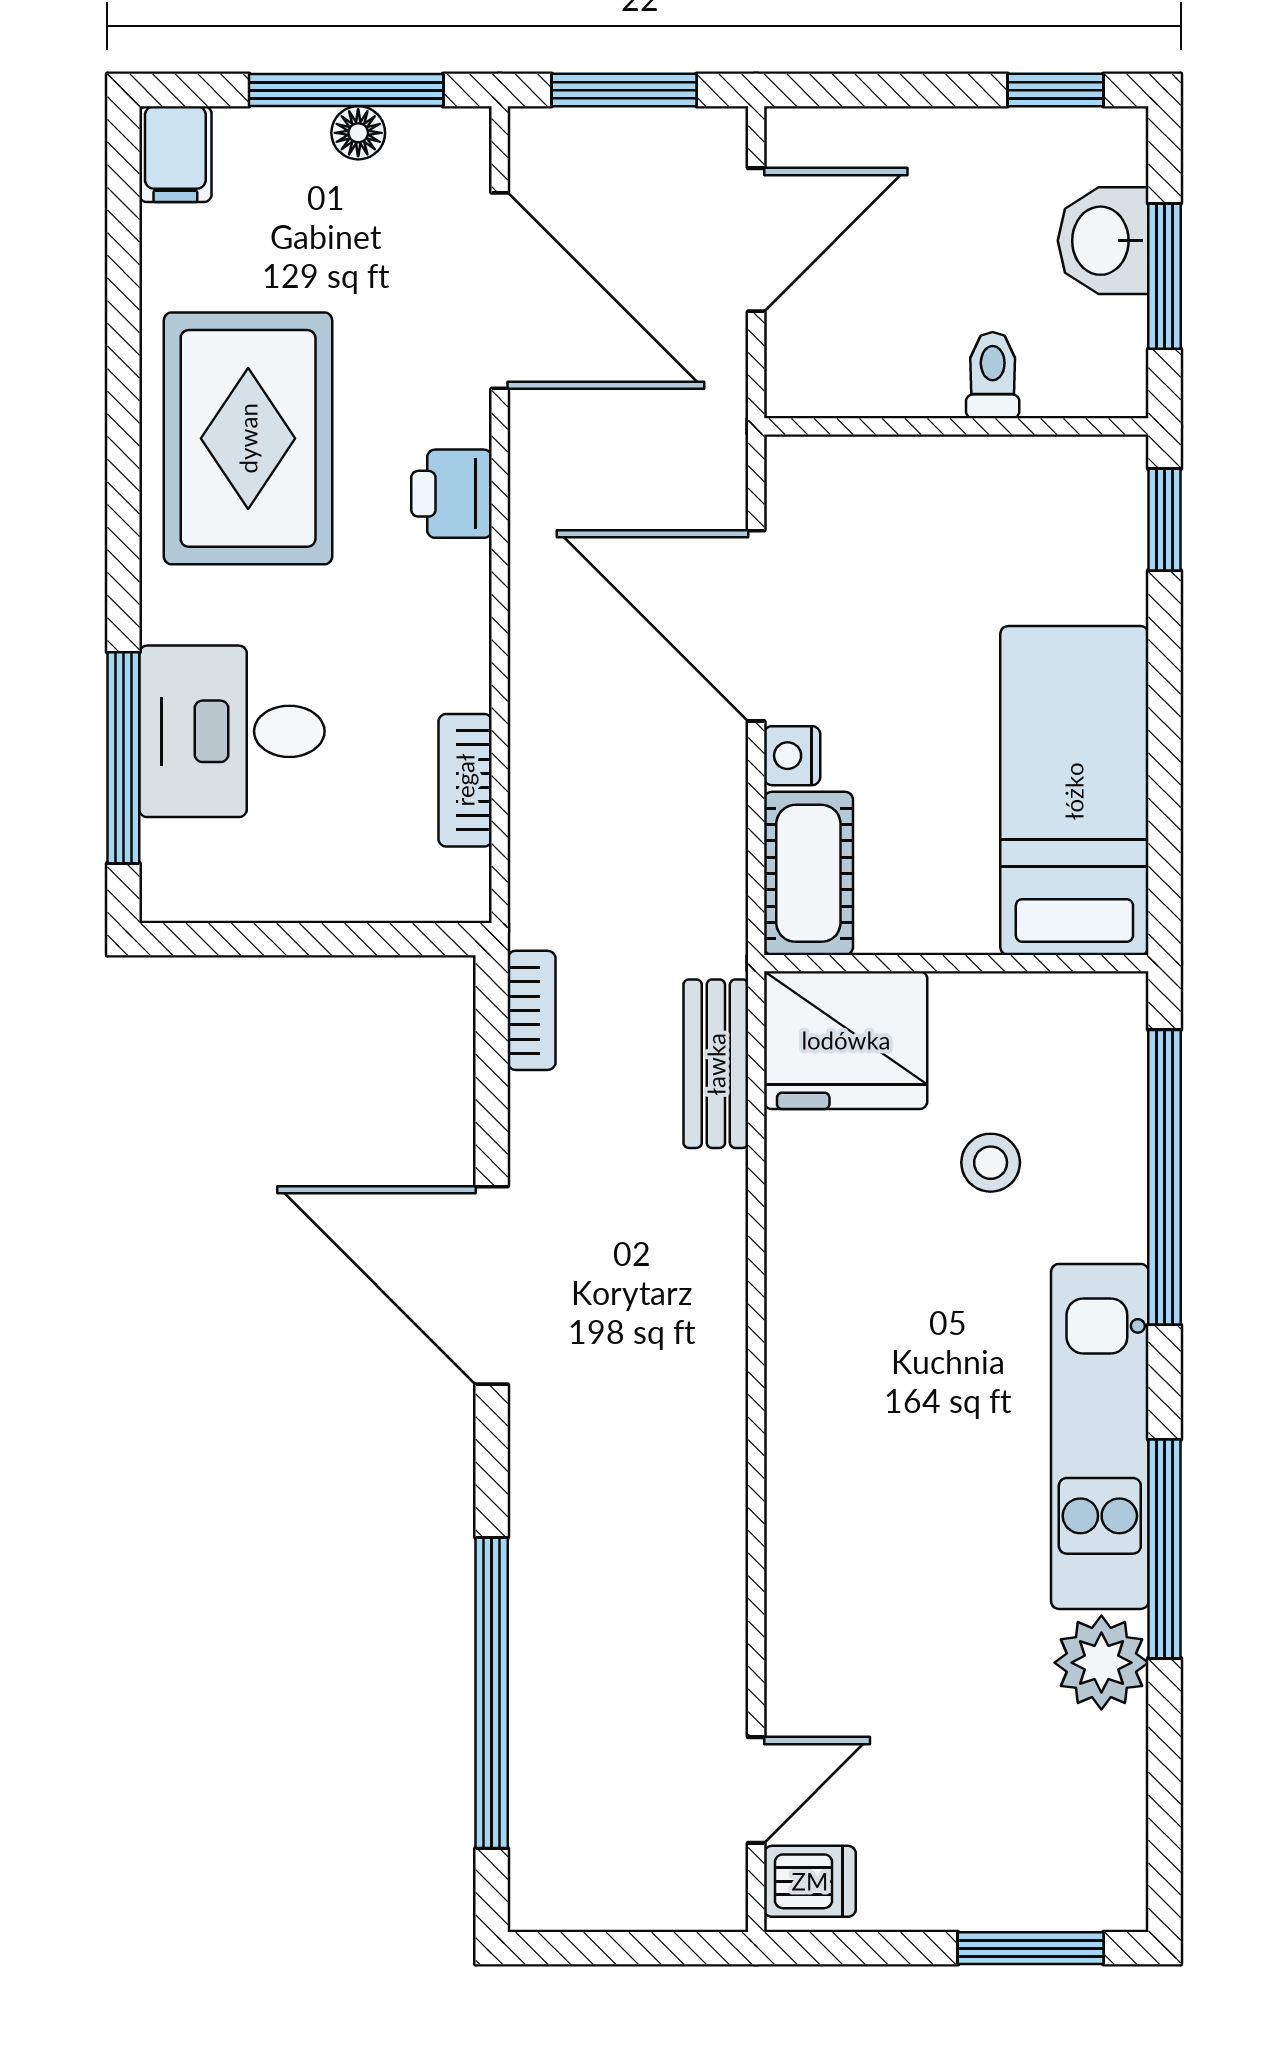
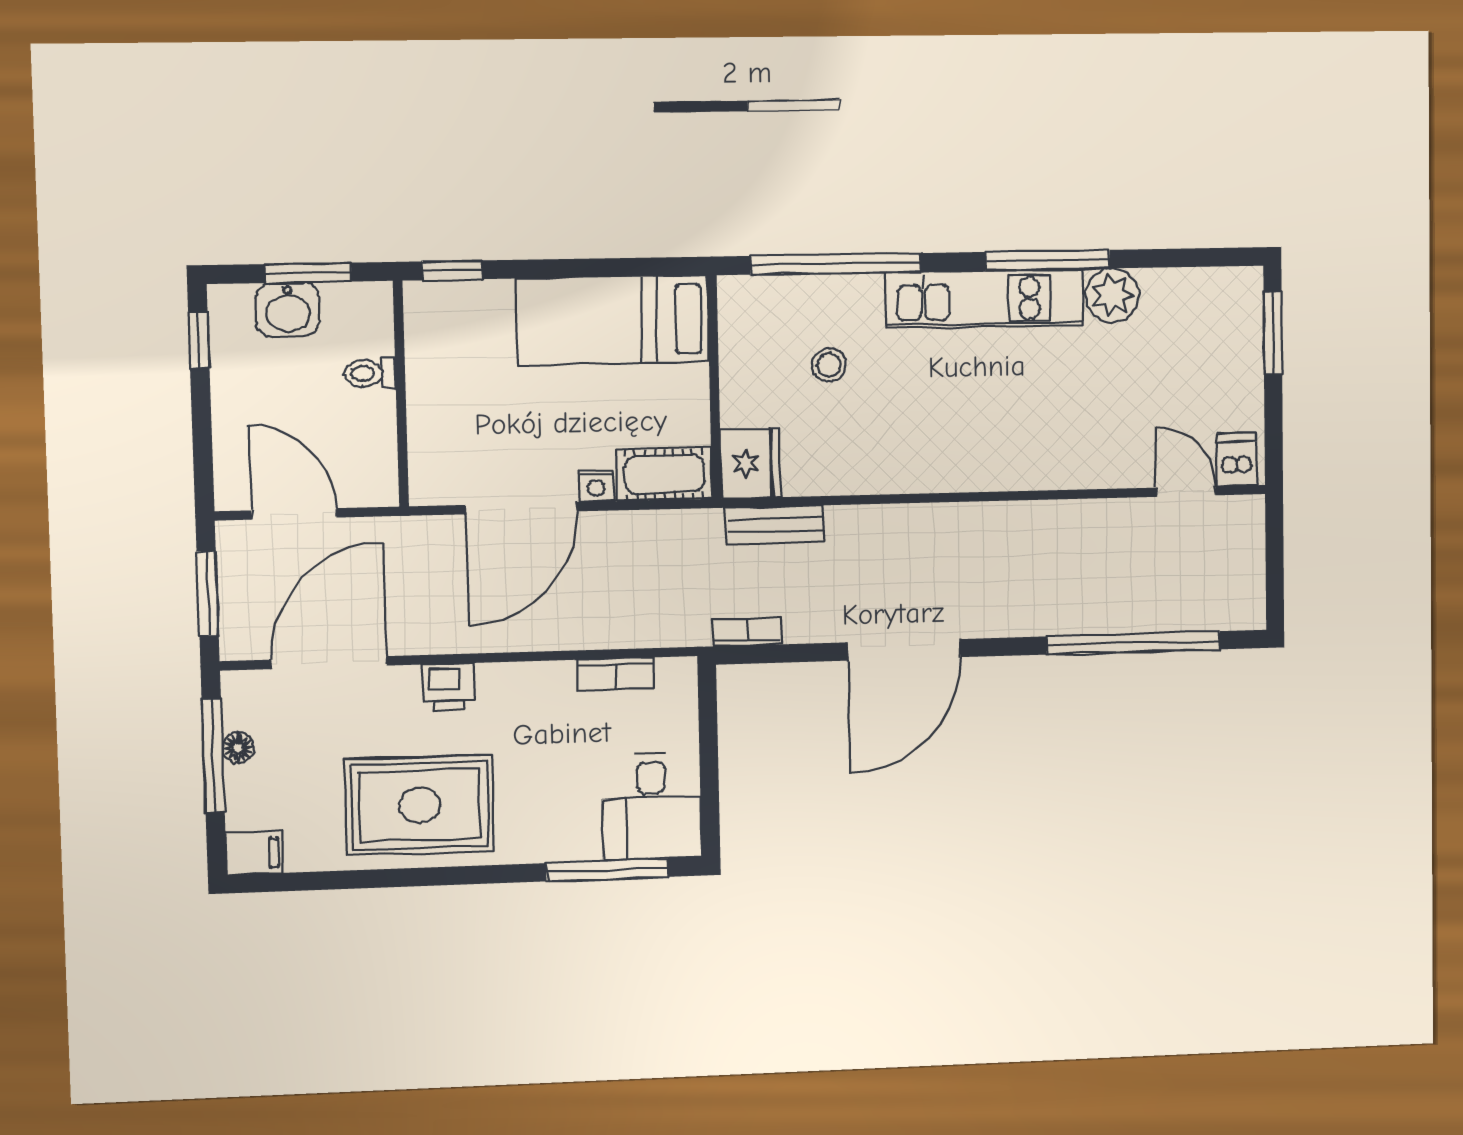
desk: (232, 731) -> (651, 806), moved
fridge: (846, 1040) -> (750, 463), width x0.73, depth x0.75

